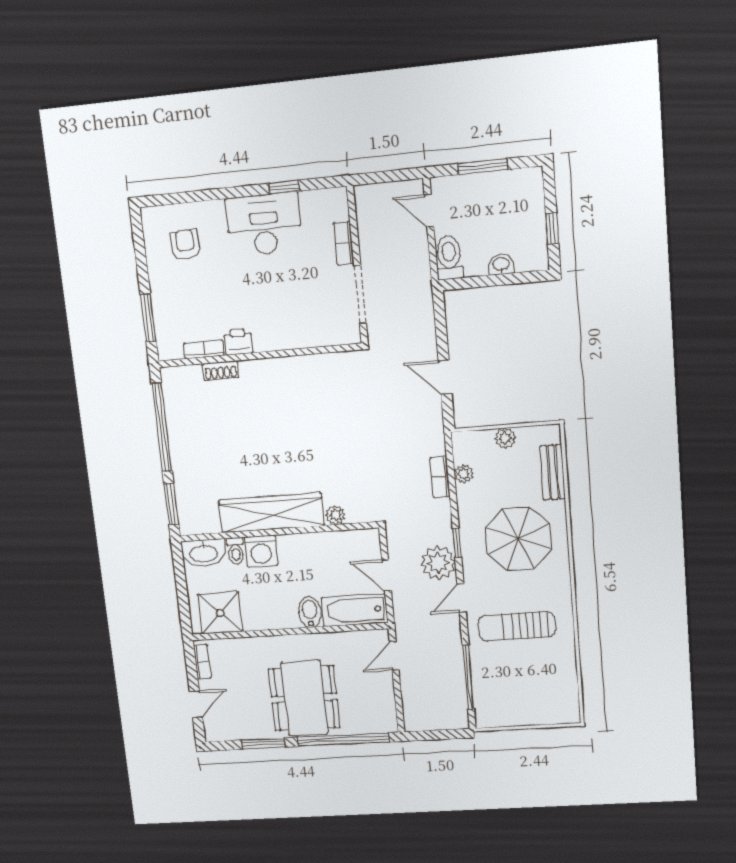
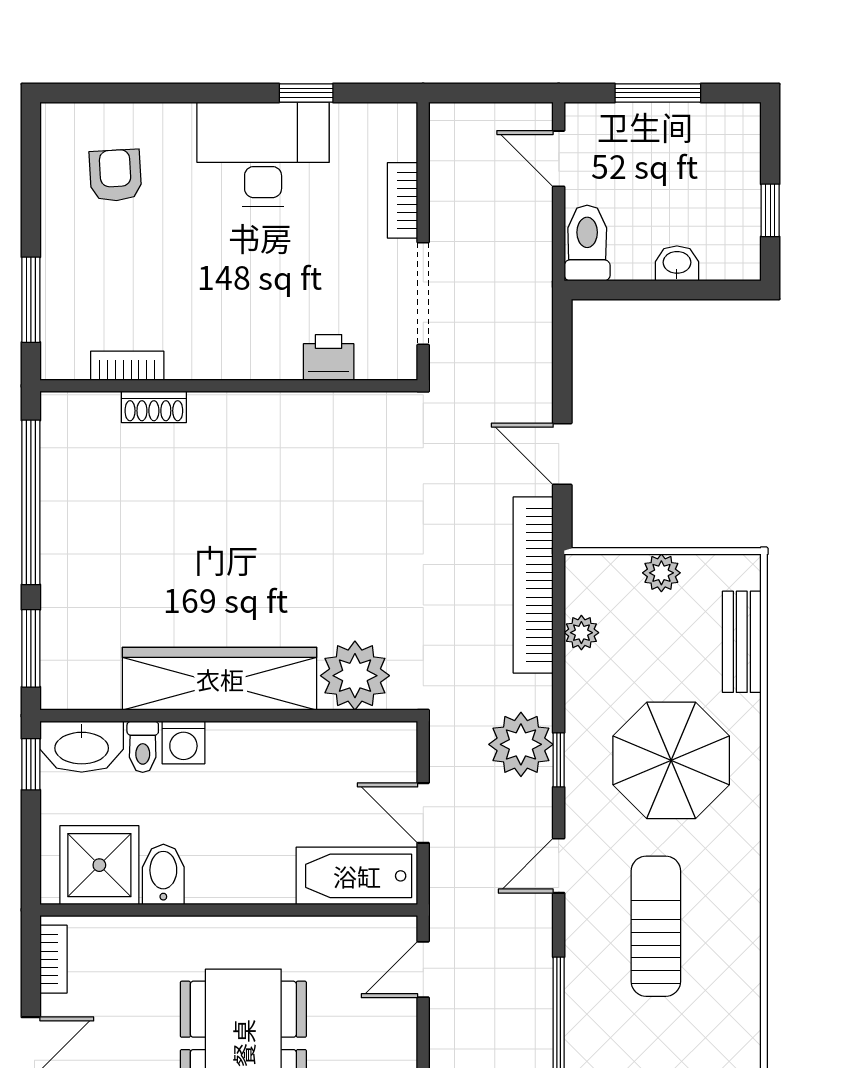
printer: (238, 342) -> (329, 357), moved
bookcase: (440, 477) -> (533, 585), width x2.31, depth x1.31
plant: (335, 515) -> (355, 676), width x1.88, depth x1.88
washing machine: (261, 551) -> (183, 742), width x0.73, depth x0.73
plant: (438, 563) -> (521, 744), moved
window: (179, 564) -> (31, 764), added
bidet: (310, 612) -> (163, 874), moved
sun lounger: (517, 626) -> (656, 926), turned 90

